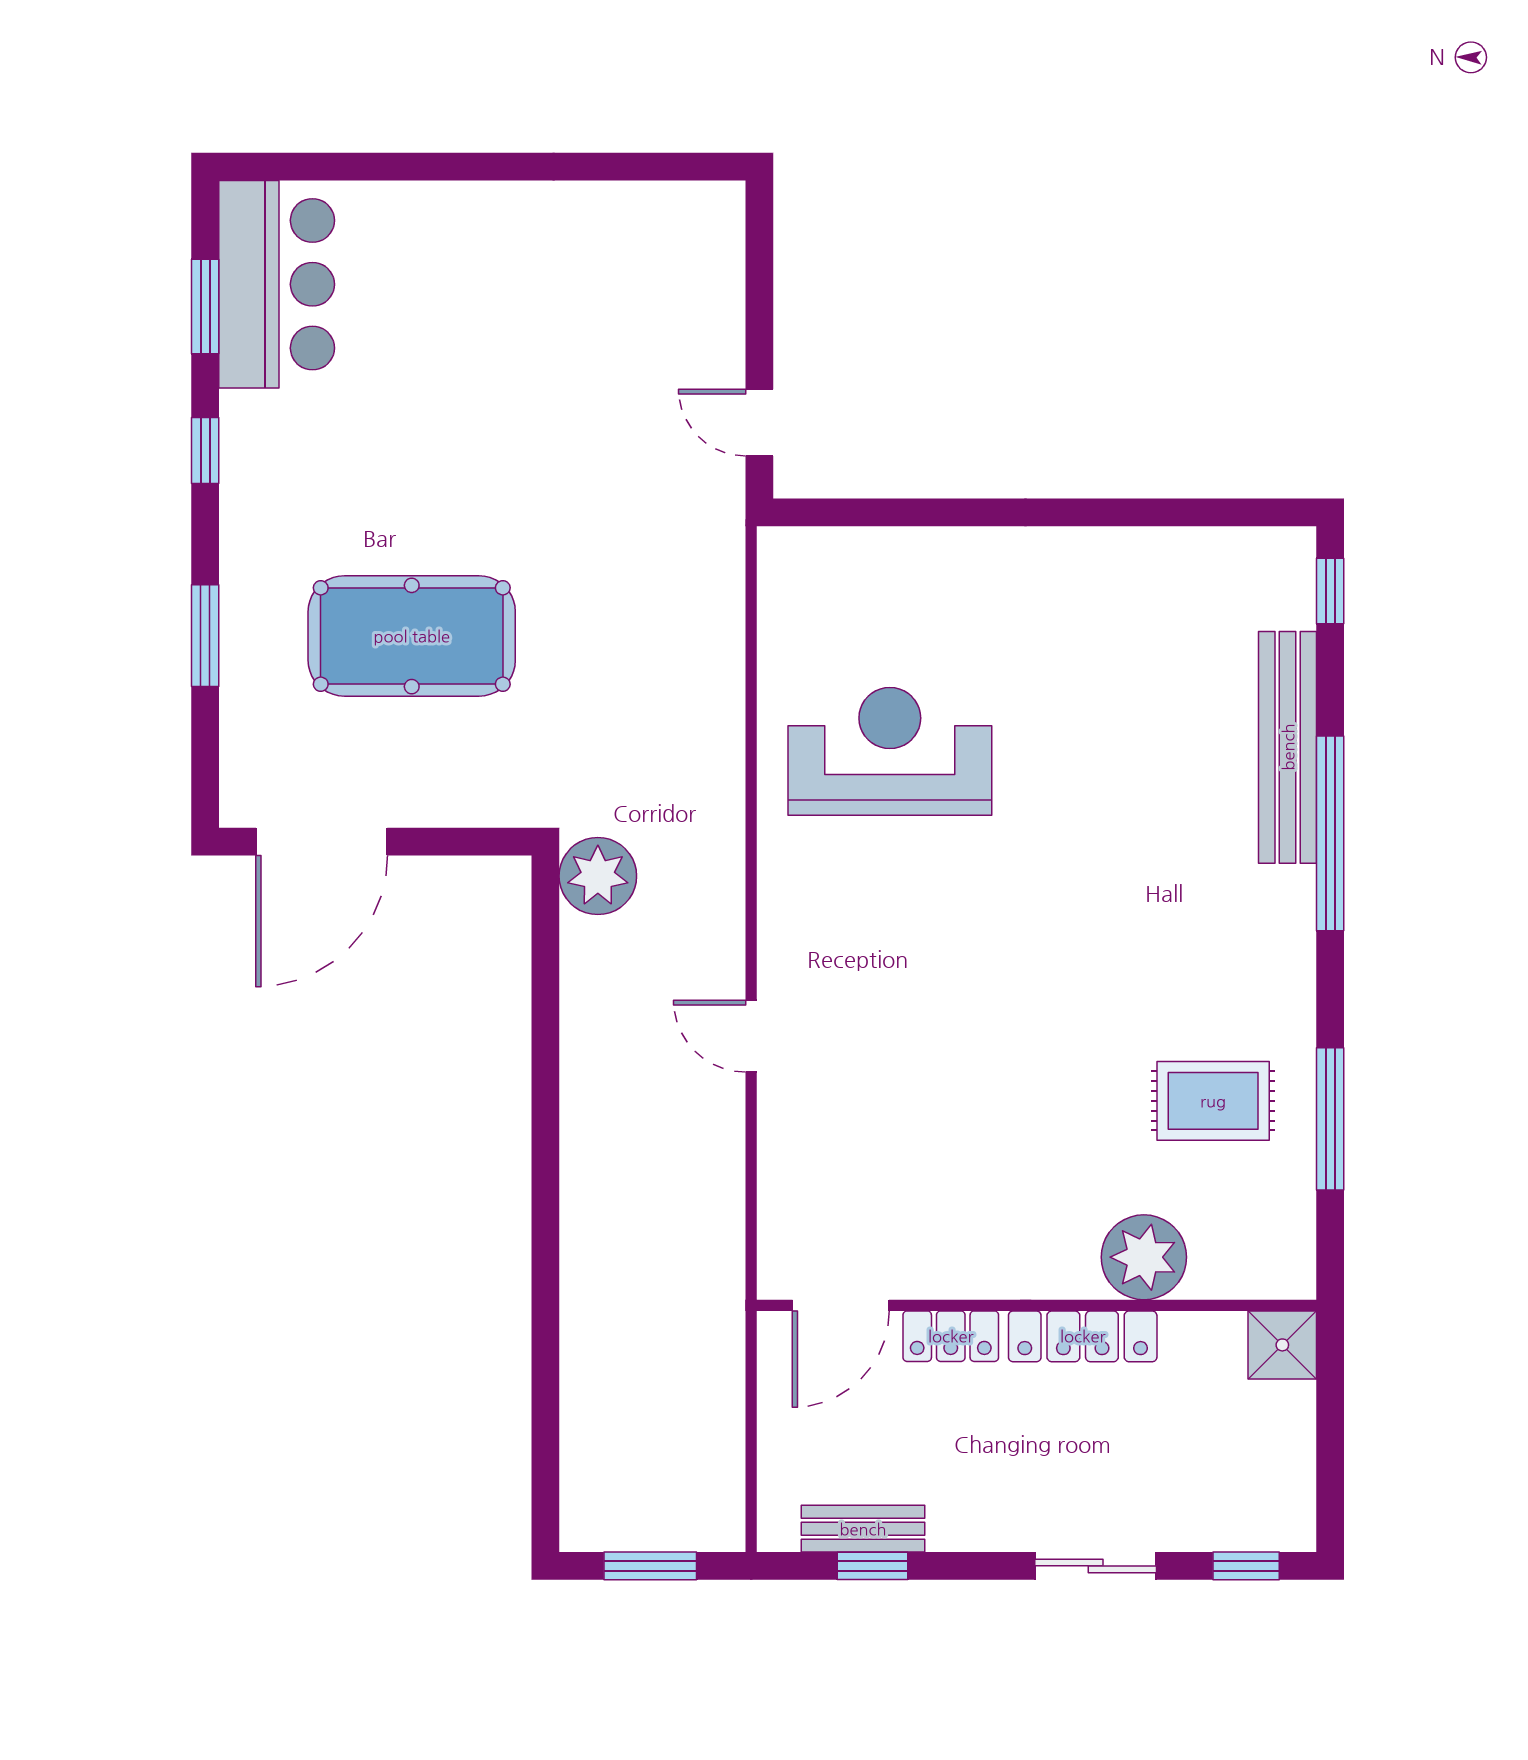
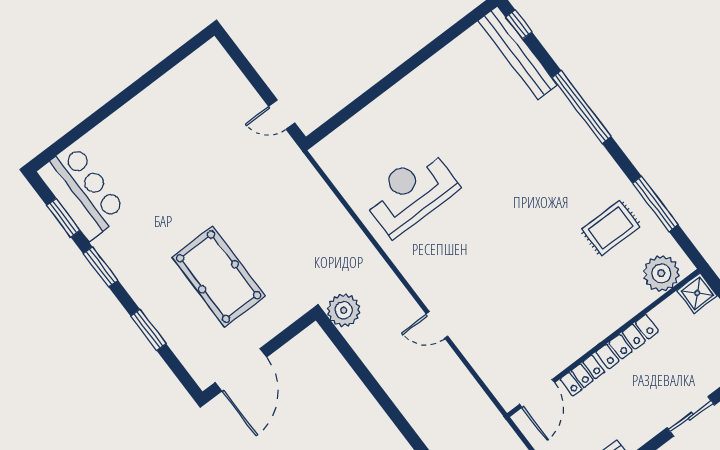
window: (205, 450) -> (100, 267), width x1.50
pool table: (412, 636) -> (219, 277), turned 90
bench: (1288, 747) -> (518, 53), moved
plant: (1144, 1257) -> (661, 273), moved

